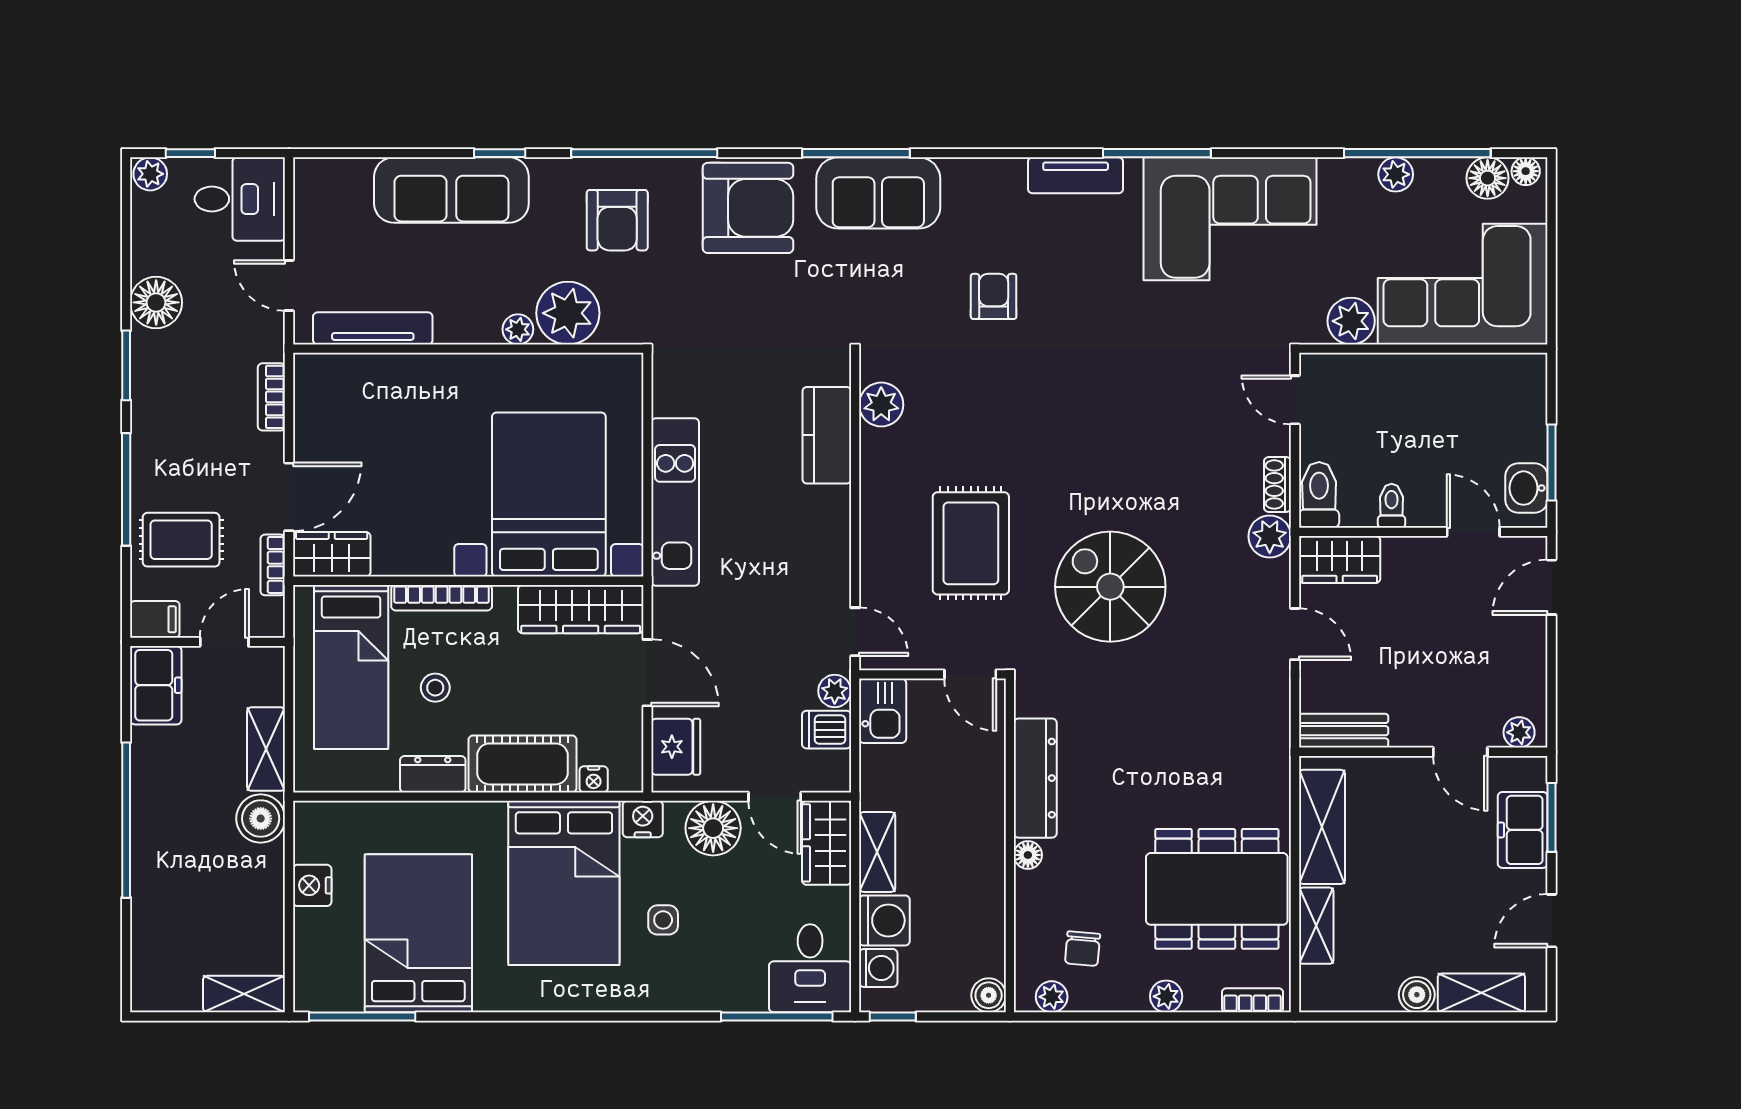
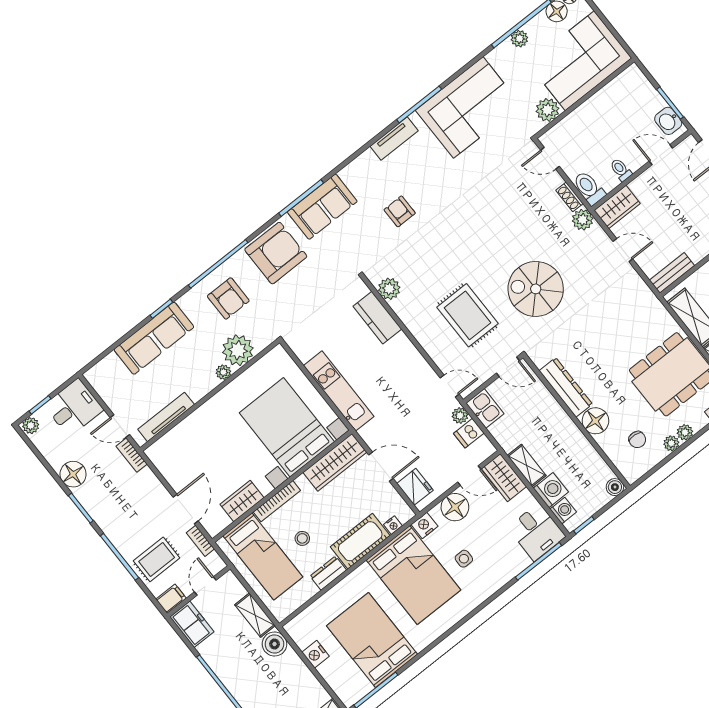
bookcase: (271, 397) -> (132, 455), moved
wardrobe: (332, 554) -> (242, 501), moved
floor lamp: (1028, 855) -> (595, 421), width x1.89, depth x1.89
plant: (1052, 997) -> (671, 443), moved

